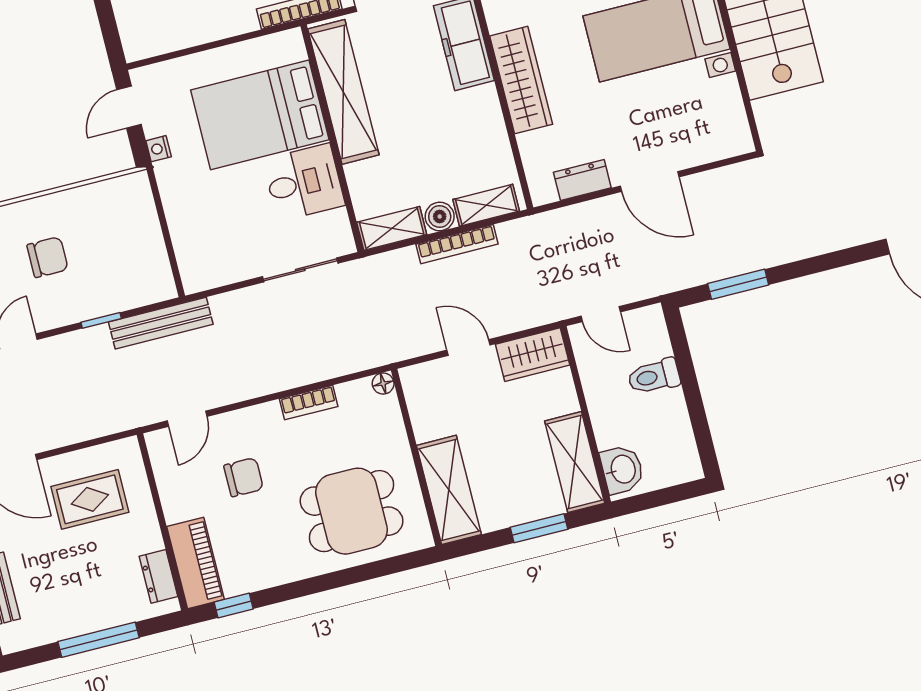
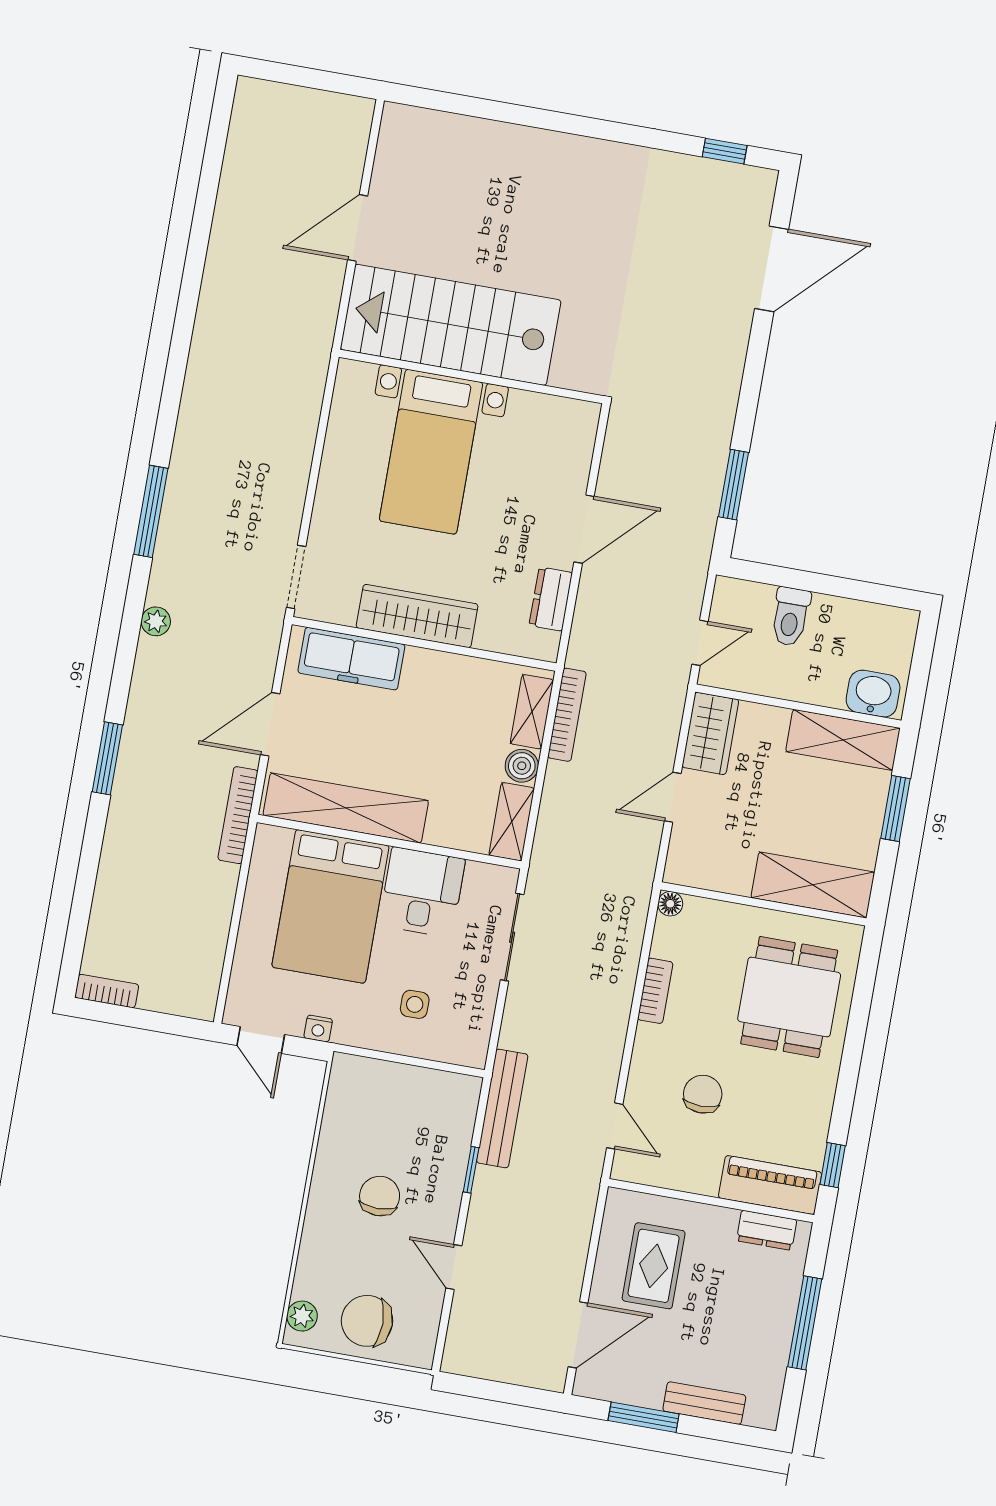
side table: (212, 217) -> (415, 1004), added
bookcase: (457, 244) -> (567, 715), moved

